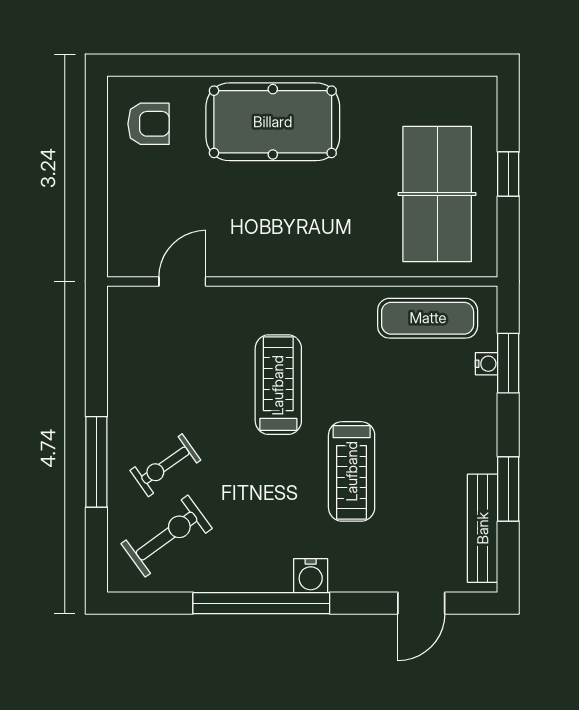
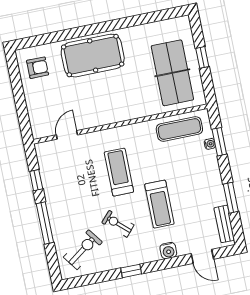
window: (96, 366) -> (36, 180), added
exercise bike: (165, 465) -> (118, 224), moved, turned 77
bench: (483, 528) -> (224, 224), width x0.73
water cooler: (311, 576) -> (168, 251), moved
window: (261, 603) -> (131, 271), width x0.32
door: (421, 603) -> (202, 256), hinge flipped

